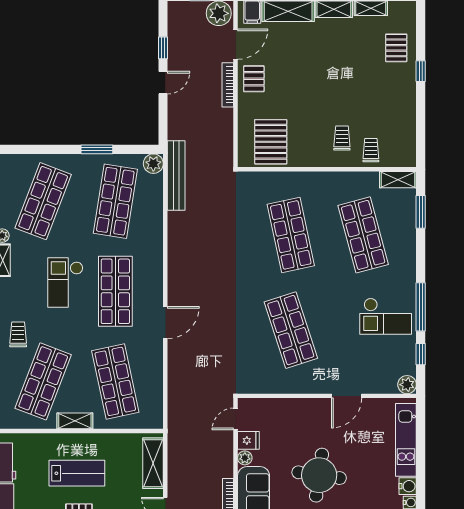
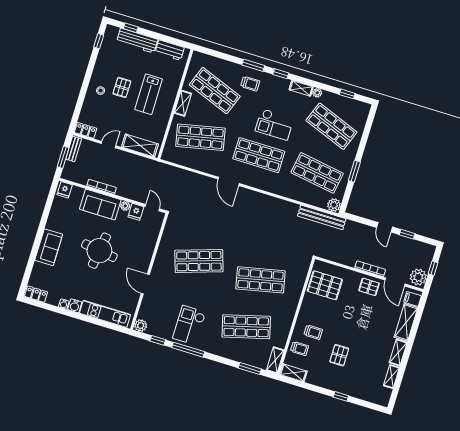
pallet: (396, 48) -> (339, 355), moved, turned 90
shelving: (408, 148) -> (293, 373), added
checkout: (65, 282) -> (274, 124), turned 180

